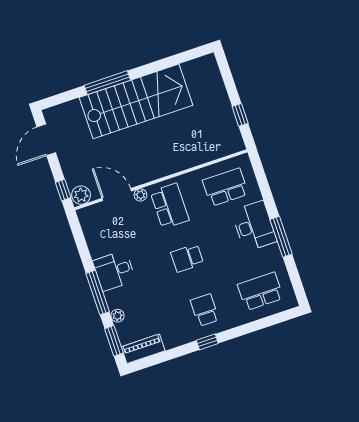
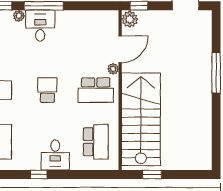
stairs: (136, 101) -> (141, 119), moved, turned 180
desk: (254, 226) -> (55, 155), width x0.73
window: (281, 237) -> (39, 174), width x0.46
desk: (114, 271) -> (40, 26), moved

